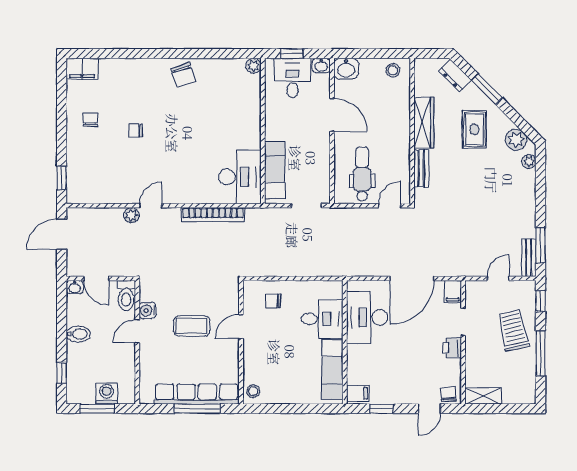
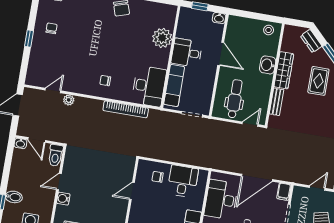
plant: (253, 66) -> (162, 38), moved, width x1.87, depth x1.87
washbasin: (346, 69) -> (268, 65), moved, turned 90
desk: (292, 78) -> (187, 53), moved, turned -90
chair: (136, 130) -> (105, 81), moved
window: (62, 178) -> (29, 39), moved
door: (151, 206) -> (53, 90), moved
water cooler: (147, 311) -> (63, 199), moved
desk: (322, 319) -> (183, 181), moved, turned -90
coffee table: (192, 326) -> (98, 185), removed
bidet: (78, 334) -> (14, 197), moved

